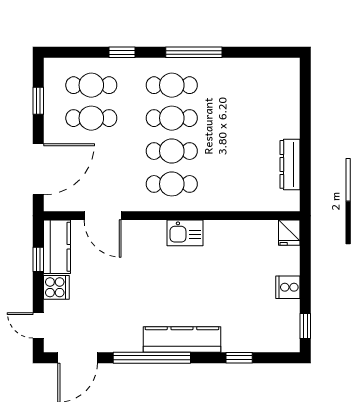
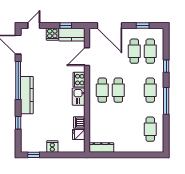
cafe table: (172, 118) -> (150, 129), moved
dresser: (290, 164) -> (101, 147), moved
cooker: (150, 232) -> (79, 80), added
dishwasher: (238, 232) -> (79, 122), added
fridge: (289, 233) -> (79, 134), moved

